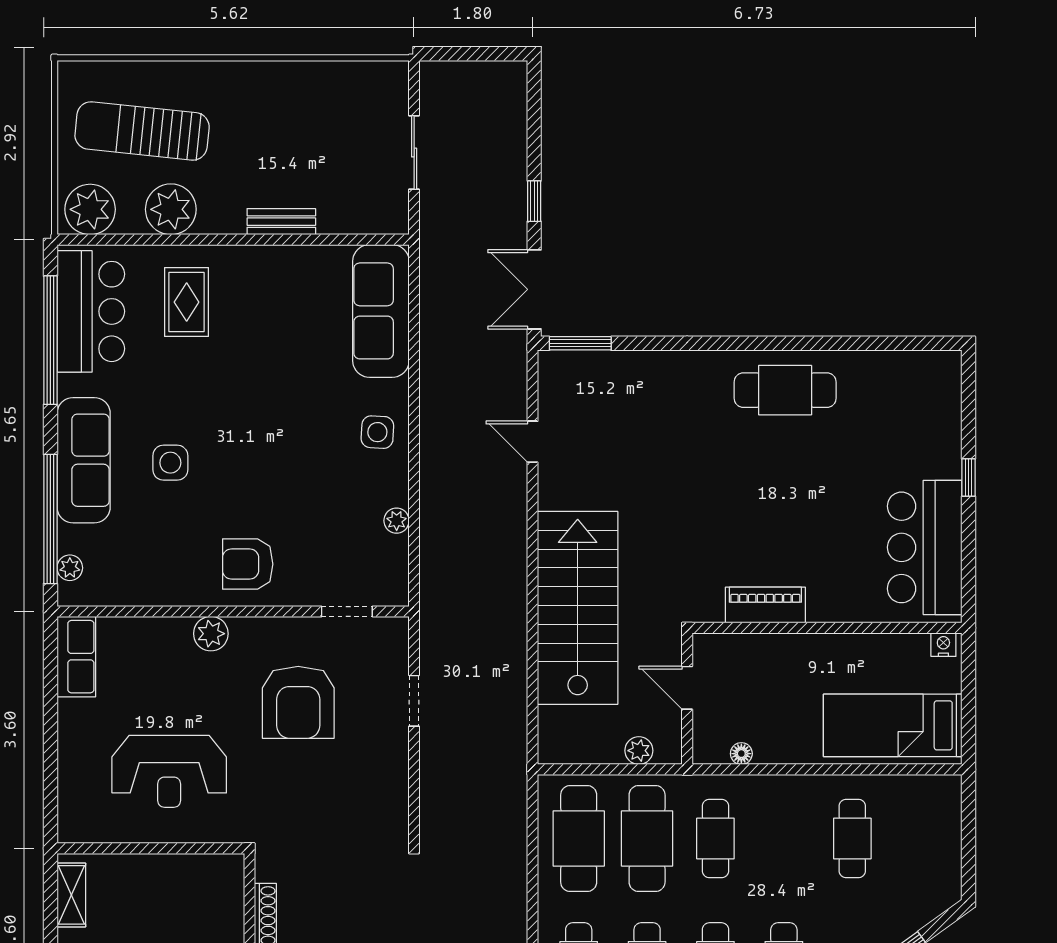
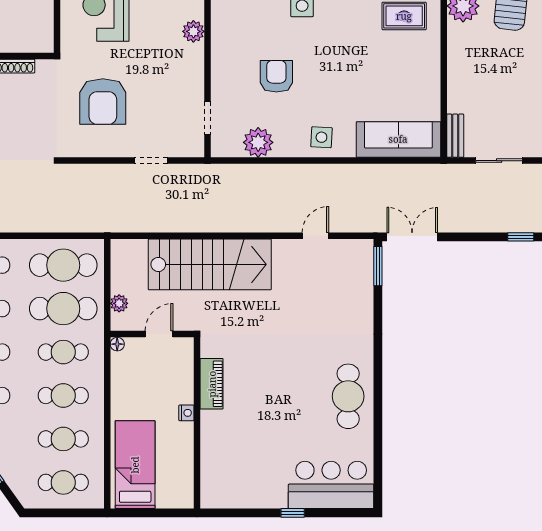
window: (534, 201) -> (521, 237), moved
bench: (281, 222) -> (455, 136), moved
plant: (397, 521) -> (258, 142), width x1.88, depth x1.88
bar counter: (925, 547) -> (331, 485), moved
armchair: (248, 564) -> (276, 76), moved
nightstand: (943, 645) -> (186, 413), moved
armchair: (298, 702) -> (103, 102), moved, turned -90
floor lamp: (741, 754) -> (117, 344), moved
cafe table: (784, 838) -> (63, 396), added
cafe table: (921, 838) -> (63, 482), added

